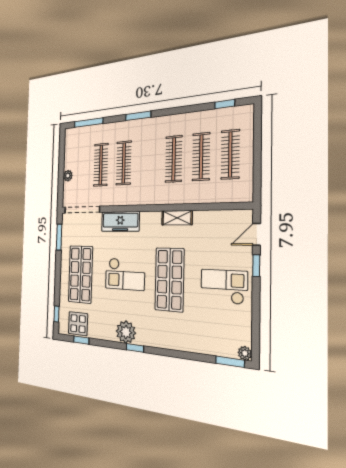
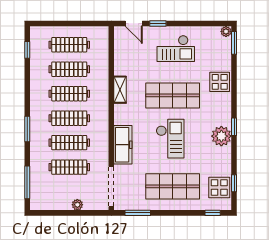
clothes rail: (148, 161) -> (69, 118), added
checkout: (224, 287) -> (176, 49), turned -90
display table: (184, 337) -> (220, 82), added

